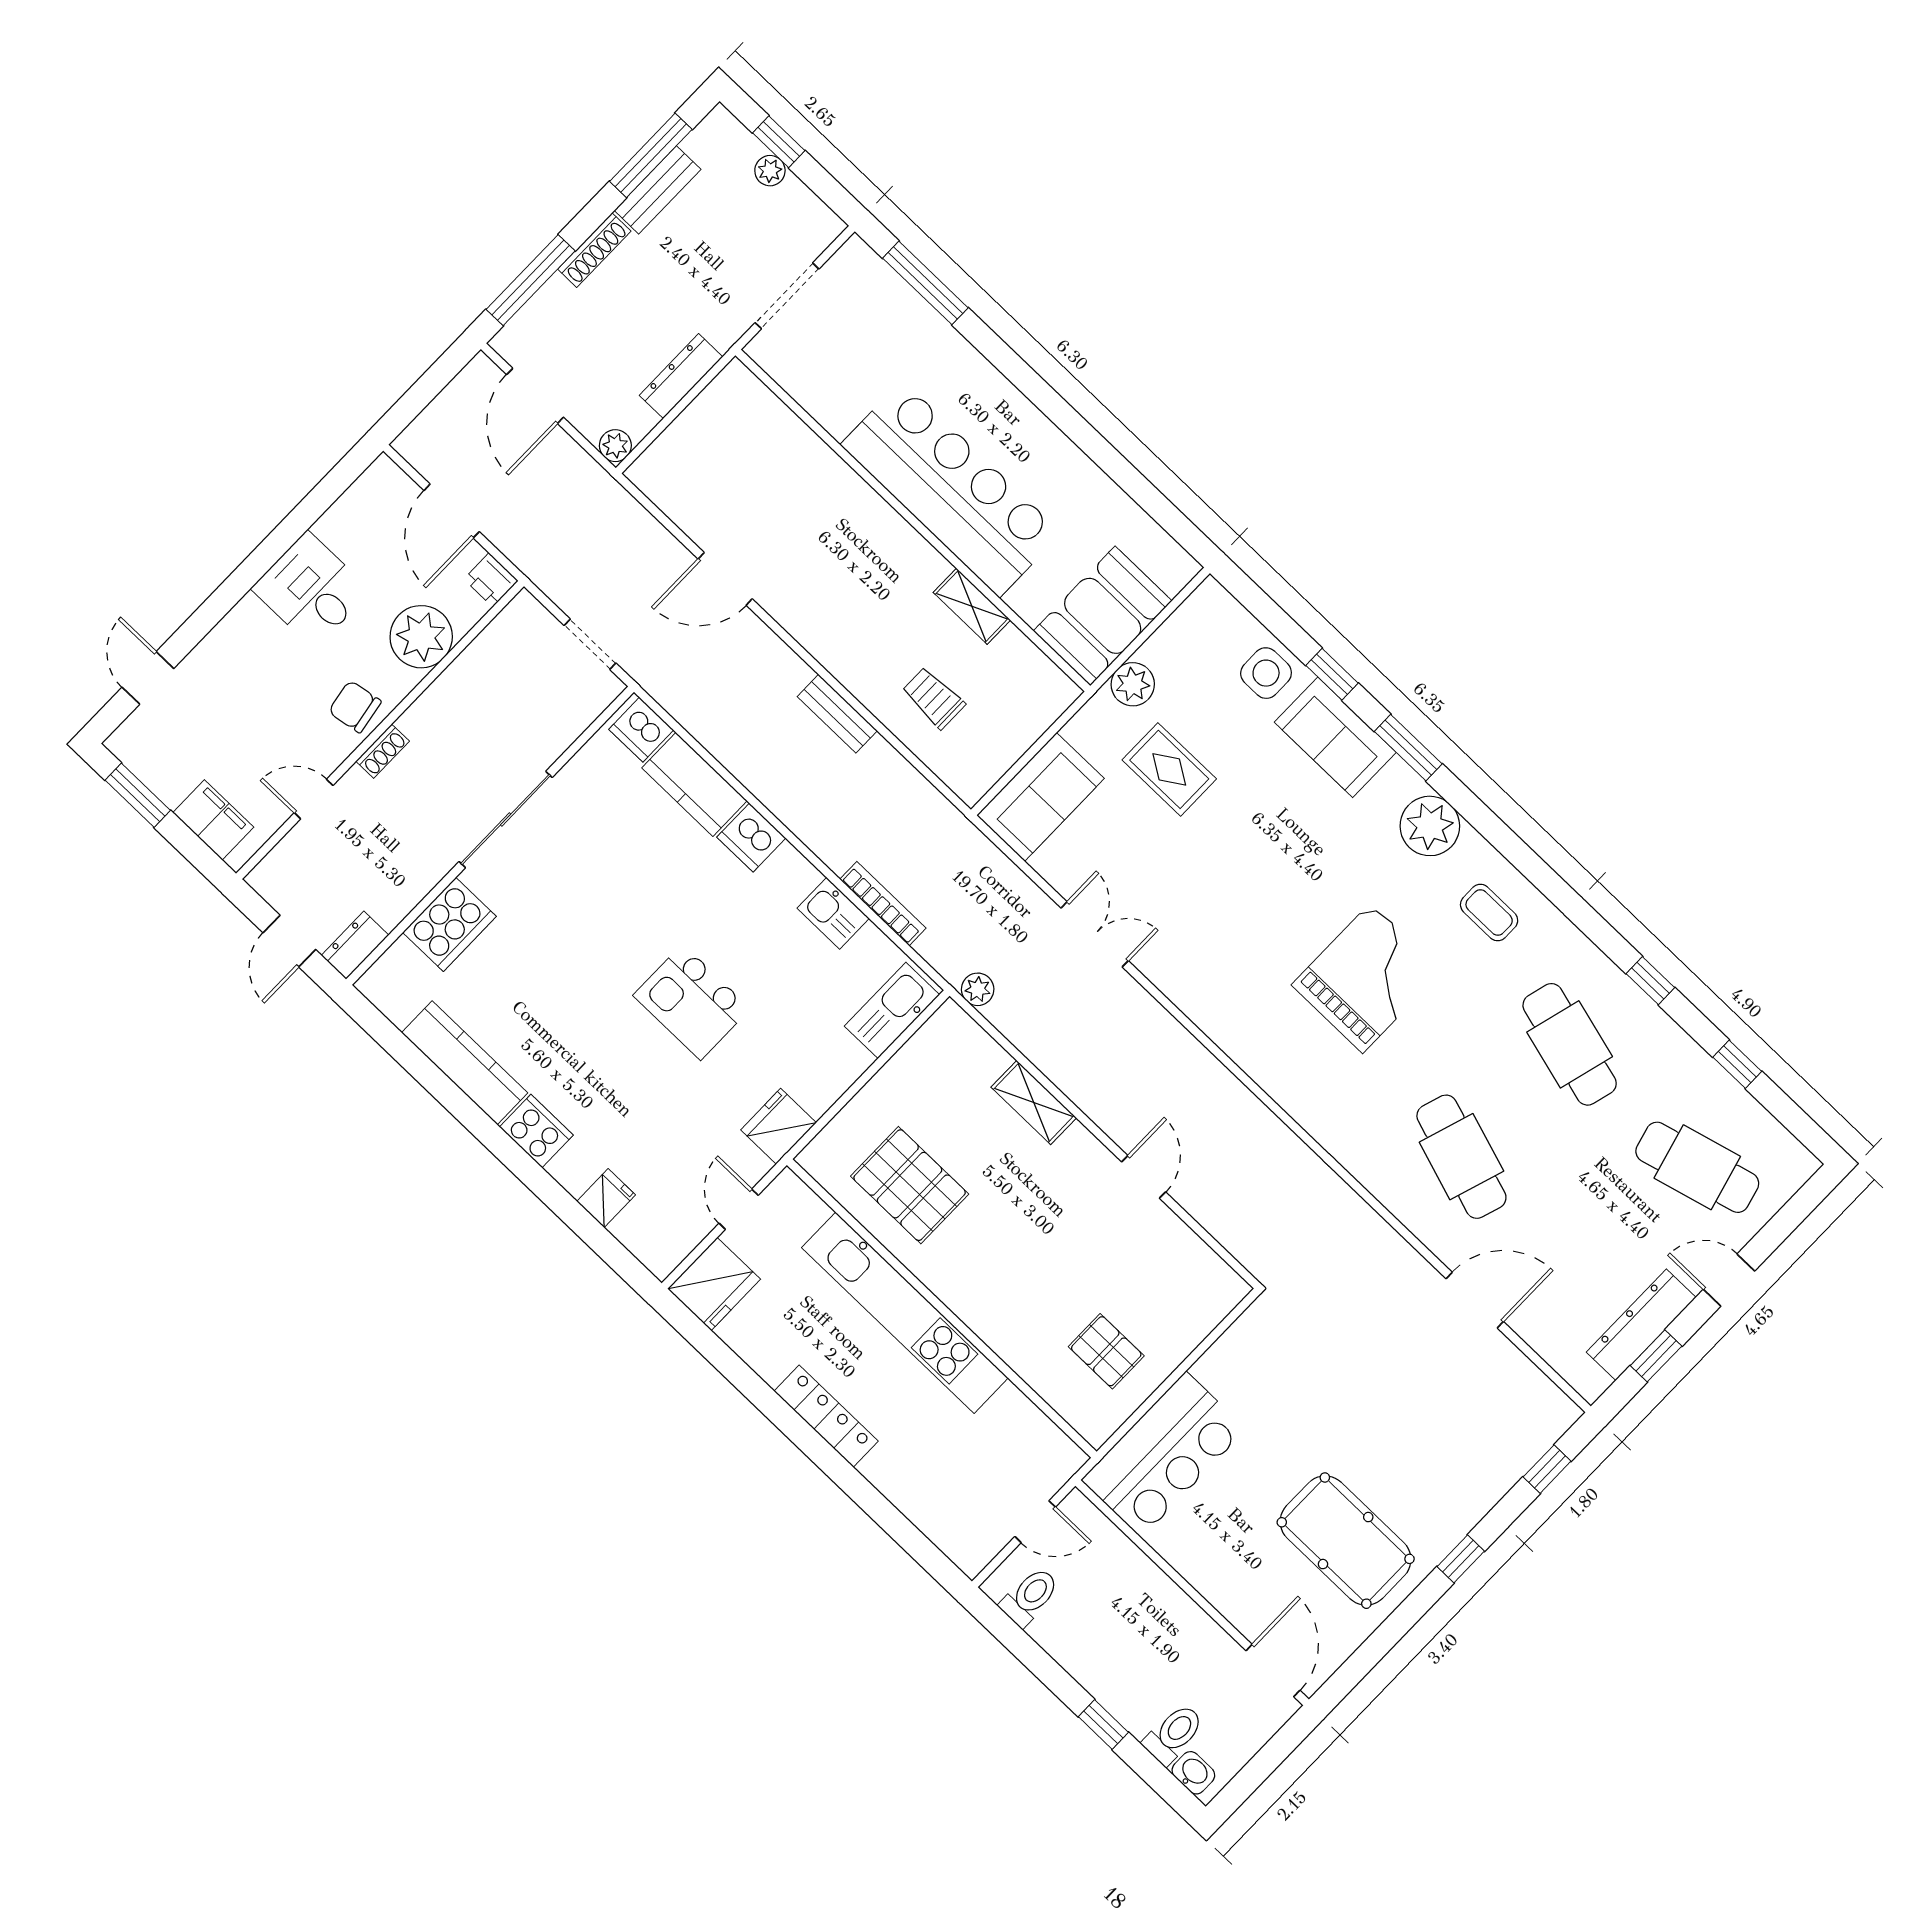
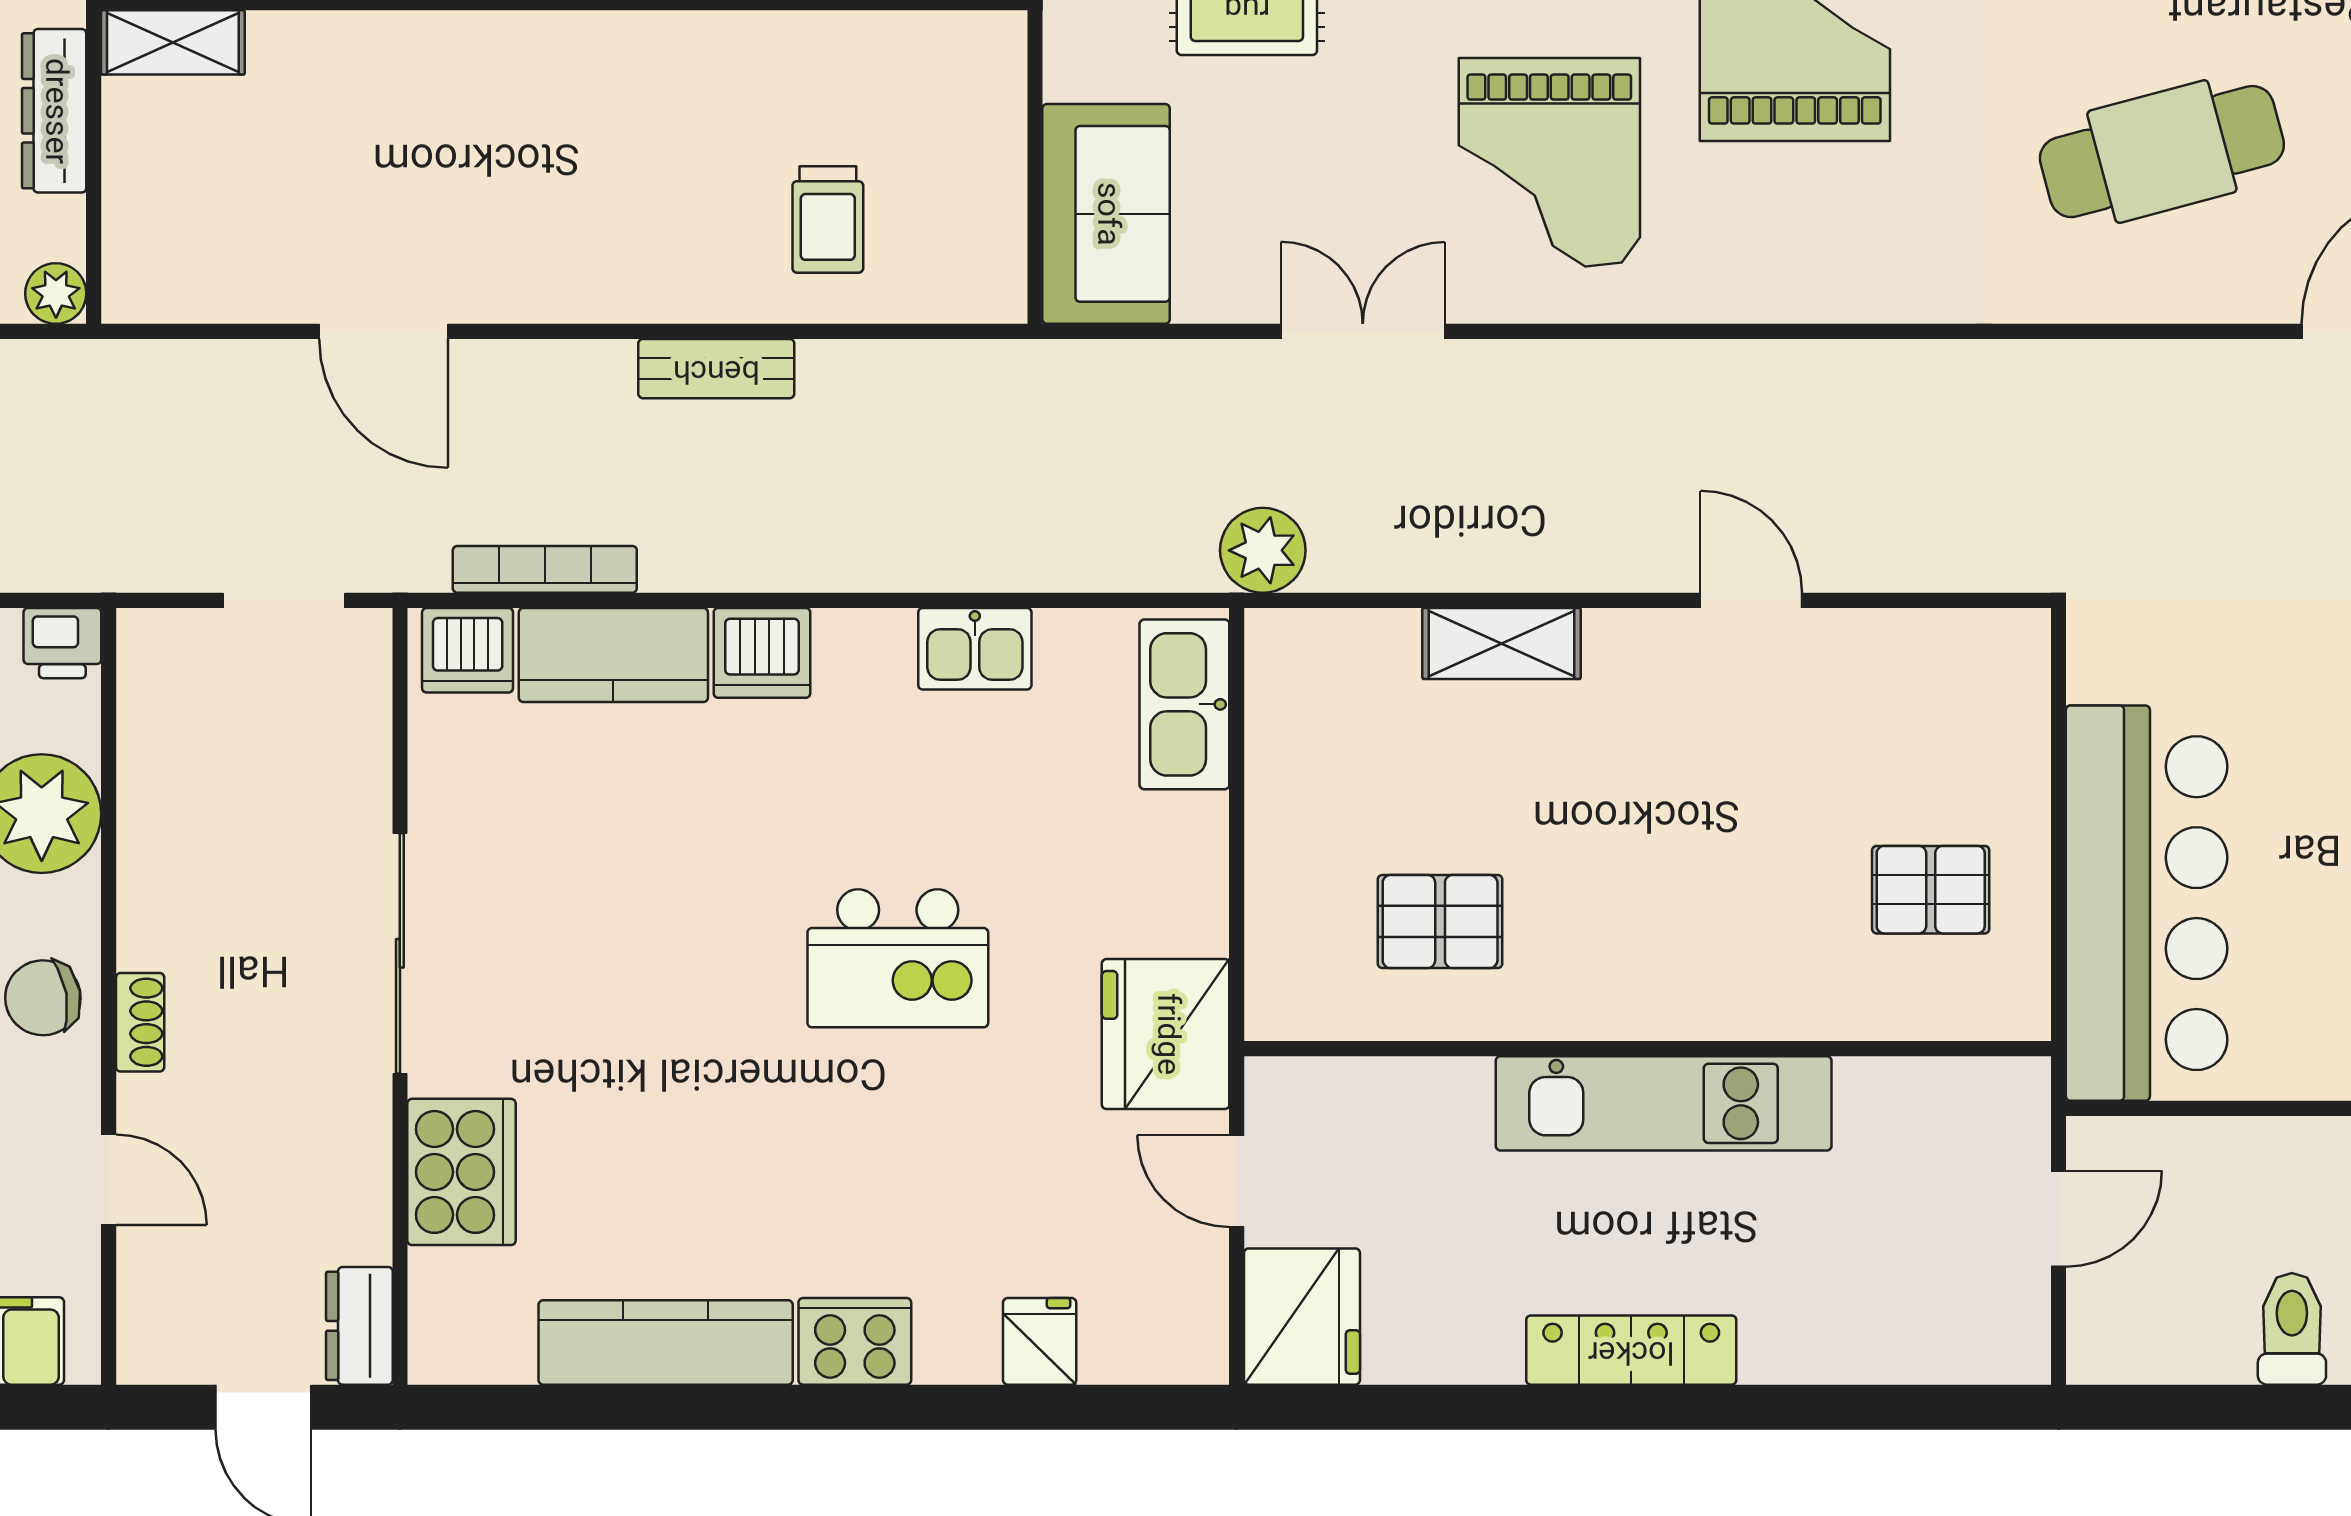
door: (725, 579) -> (383, 331), hinge flipped
shelving: (972, 606) -> (173, 42), moved
trolley: (933, 698) -> (828, 219), turned -90
door: (314, 799) -> (109, 1180), swing flipped
bookcase: (883, 904) -> (545, 569), moved
grand piano: (1226, 938) -> (1549, 162), added
plant: (978, 989) -> (1263, 550), width x1.38, depth x1.38
fridge: (778, 1126) -> (1166, 1034), width x1.36, depth x1.34
cafe table: (1461, 1157) -> (2162, 152), turned -33
pallet: (910, 1185) -> (1440, 922), width x0.67, depth x0.71
kitchen unit: (905, 1313) -> (1664, 1103), width x0.73
bar counter: (1164, 1455) -> (2147, 903), width x1.36
toilet: (1030, 1597) -> (2292, 1329), moved

